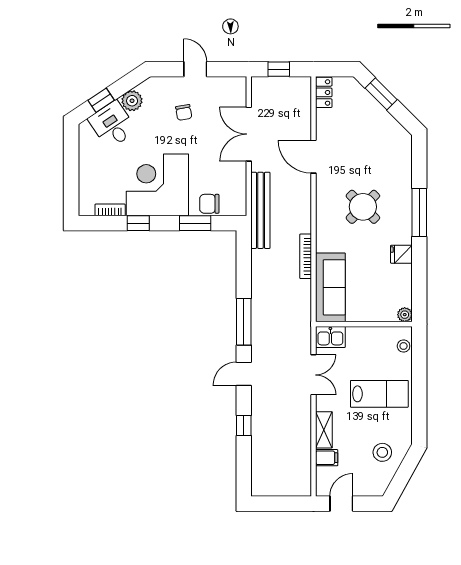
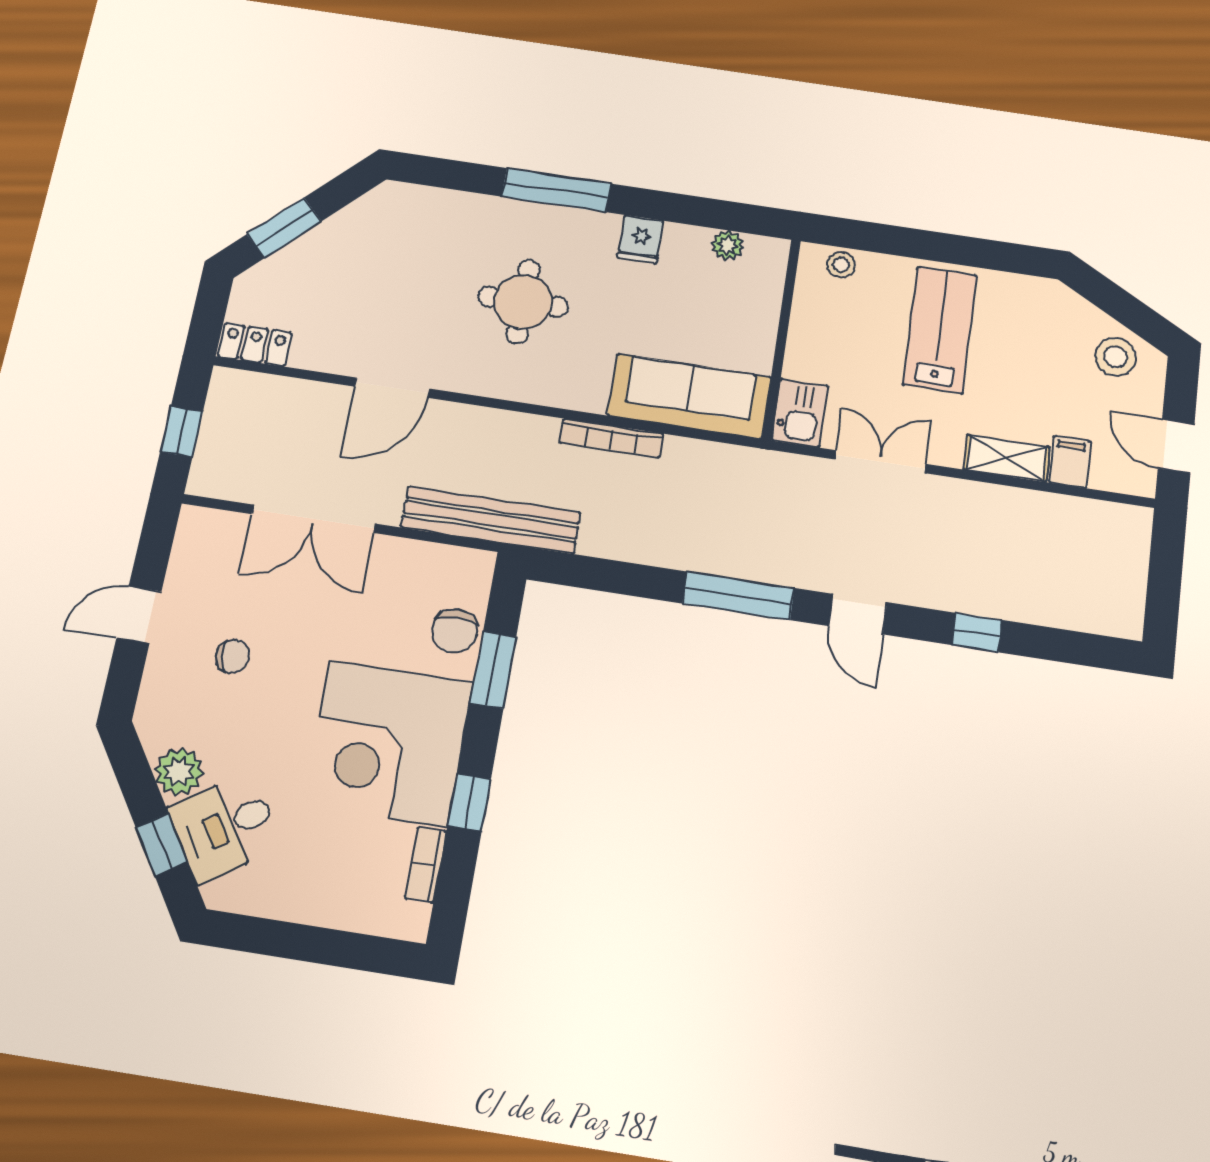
round table: (363, 207) -> (523, 302), turned 45
plant: (405, 315) -> (727, 245), moved
stool: (382, 452) -> (1116, 357), moved

